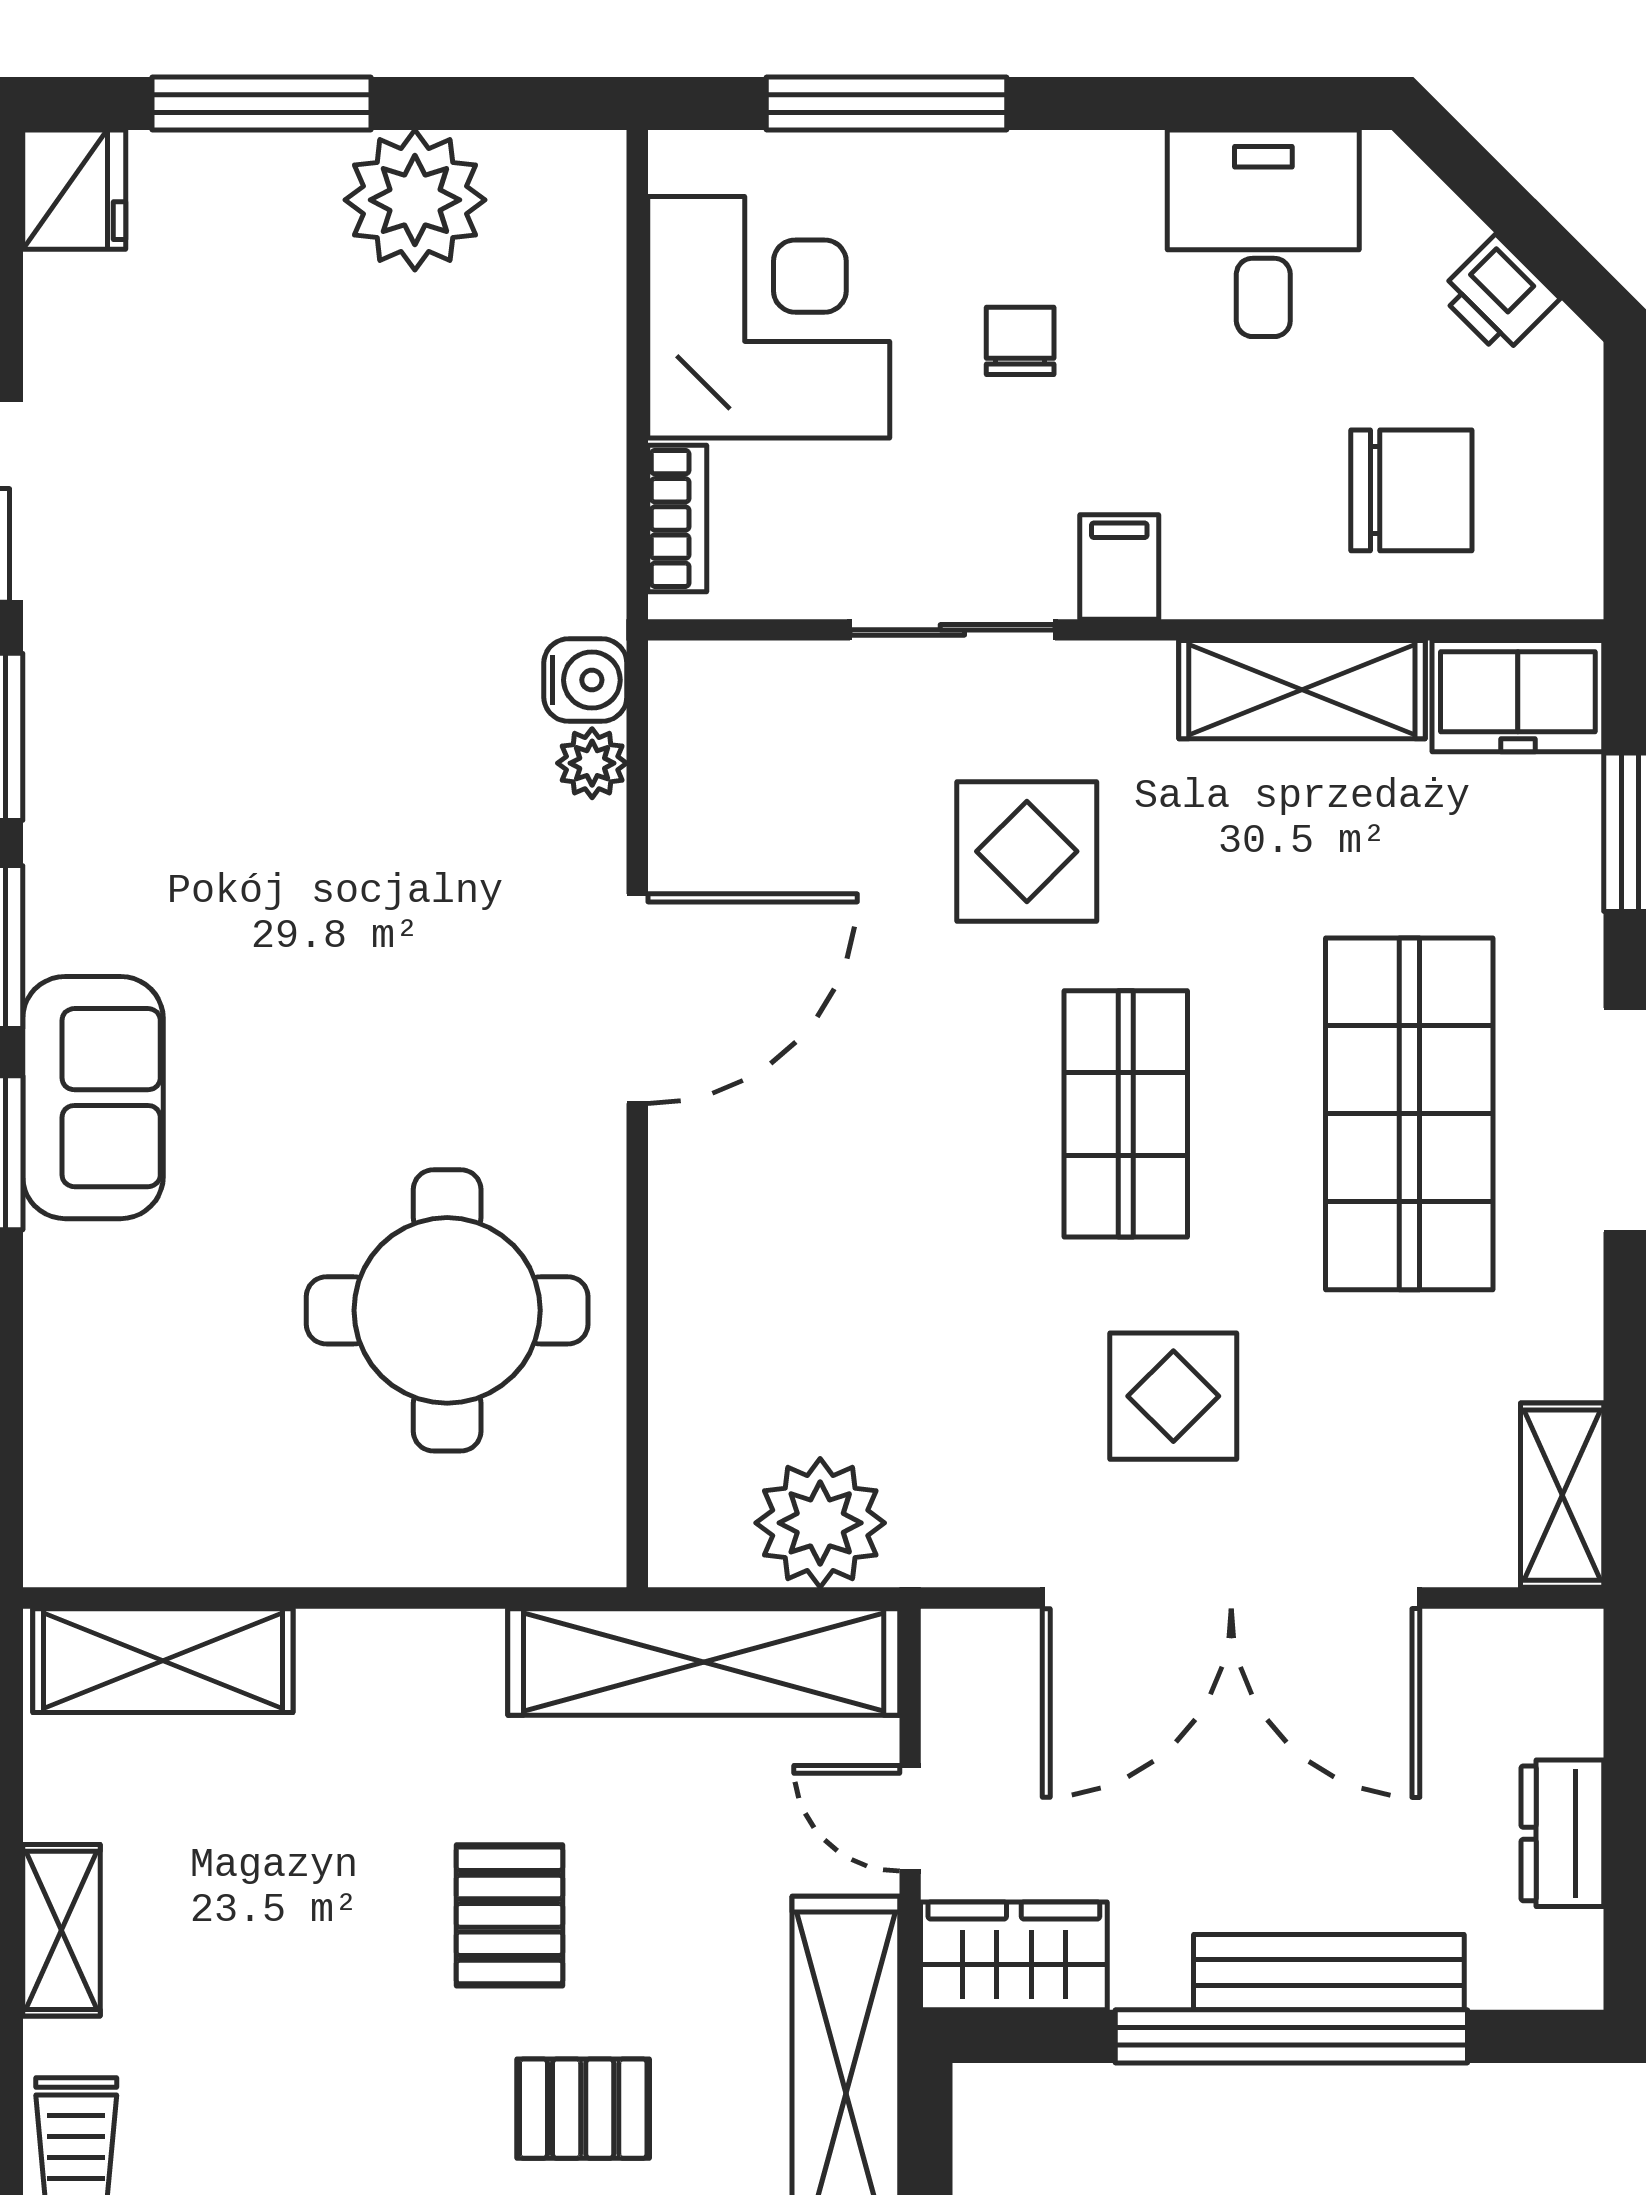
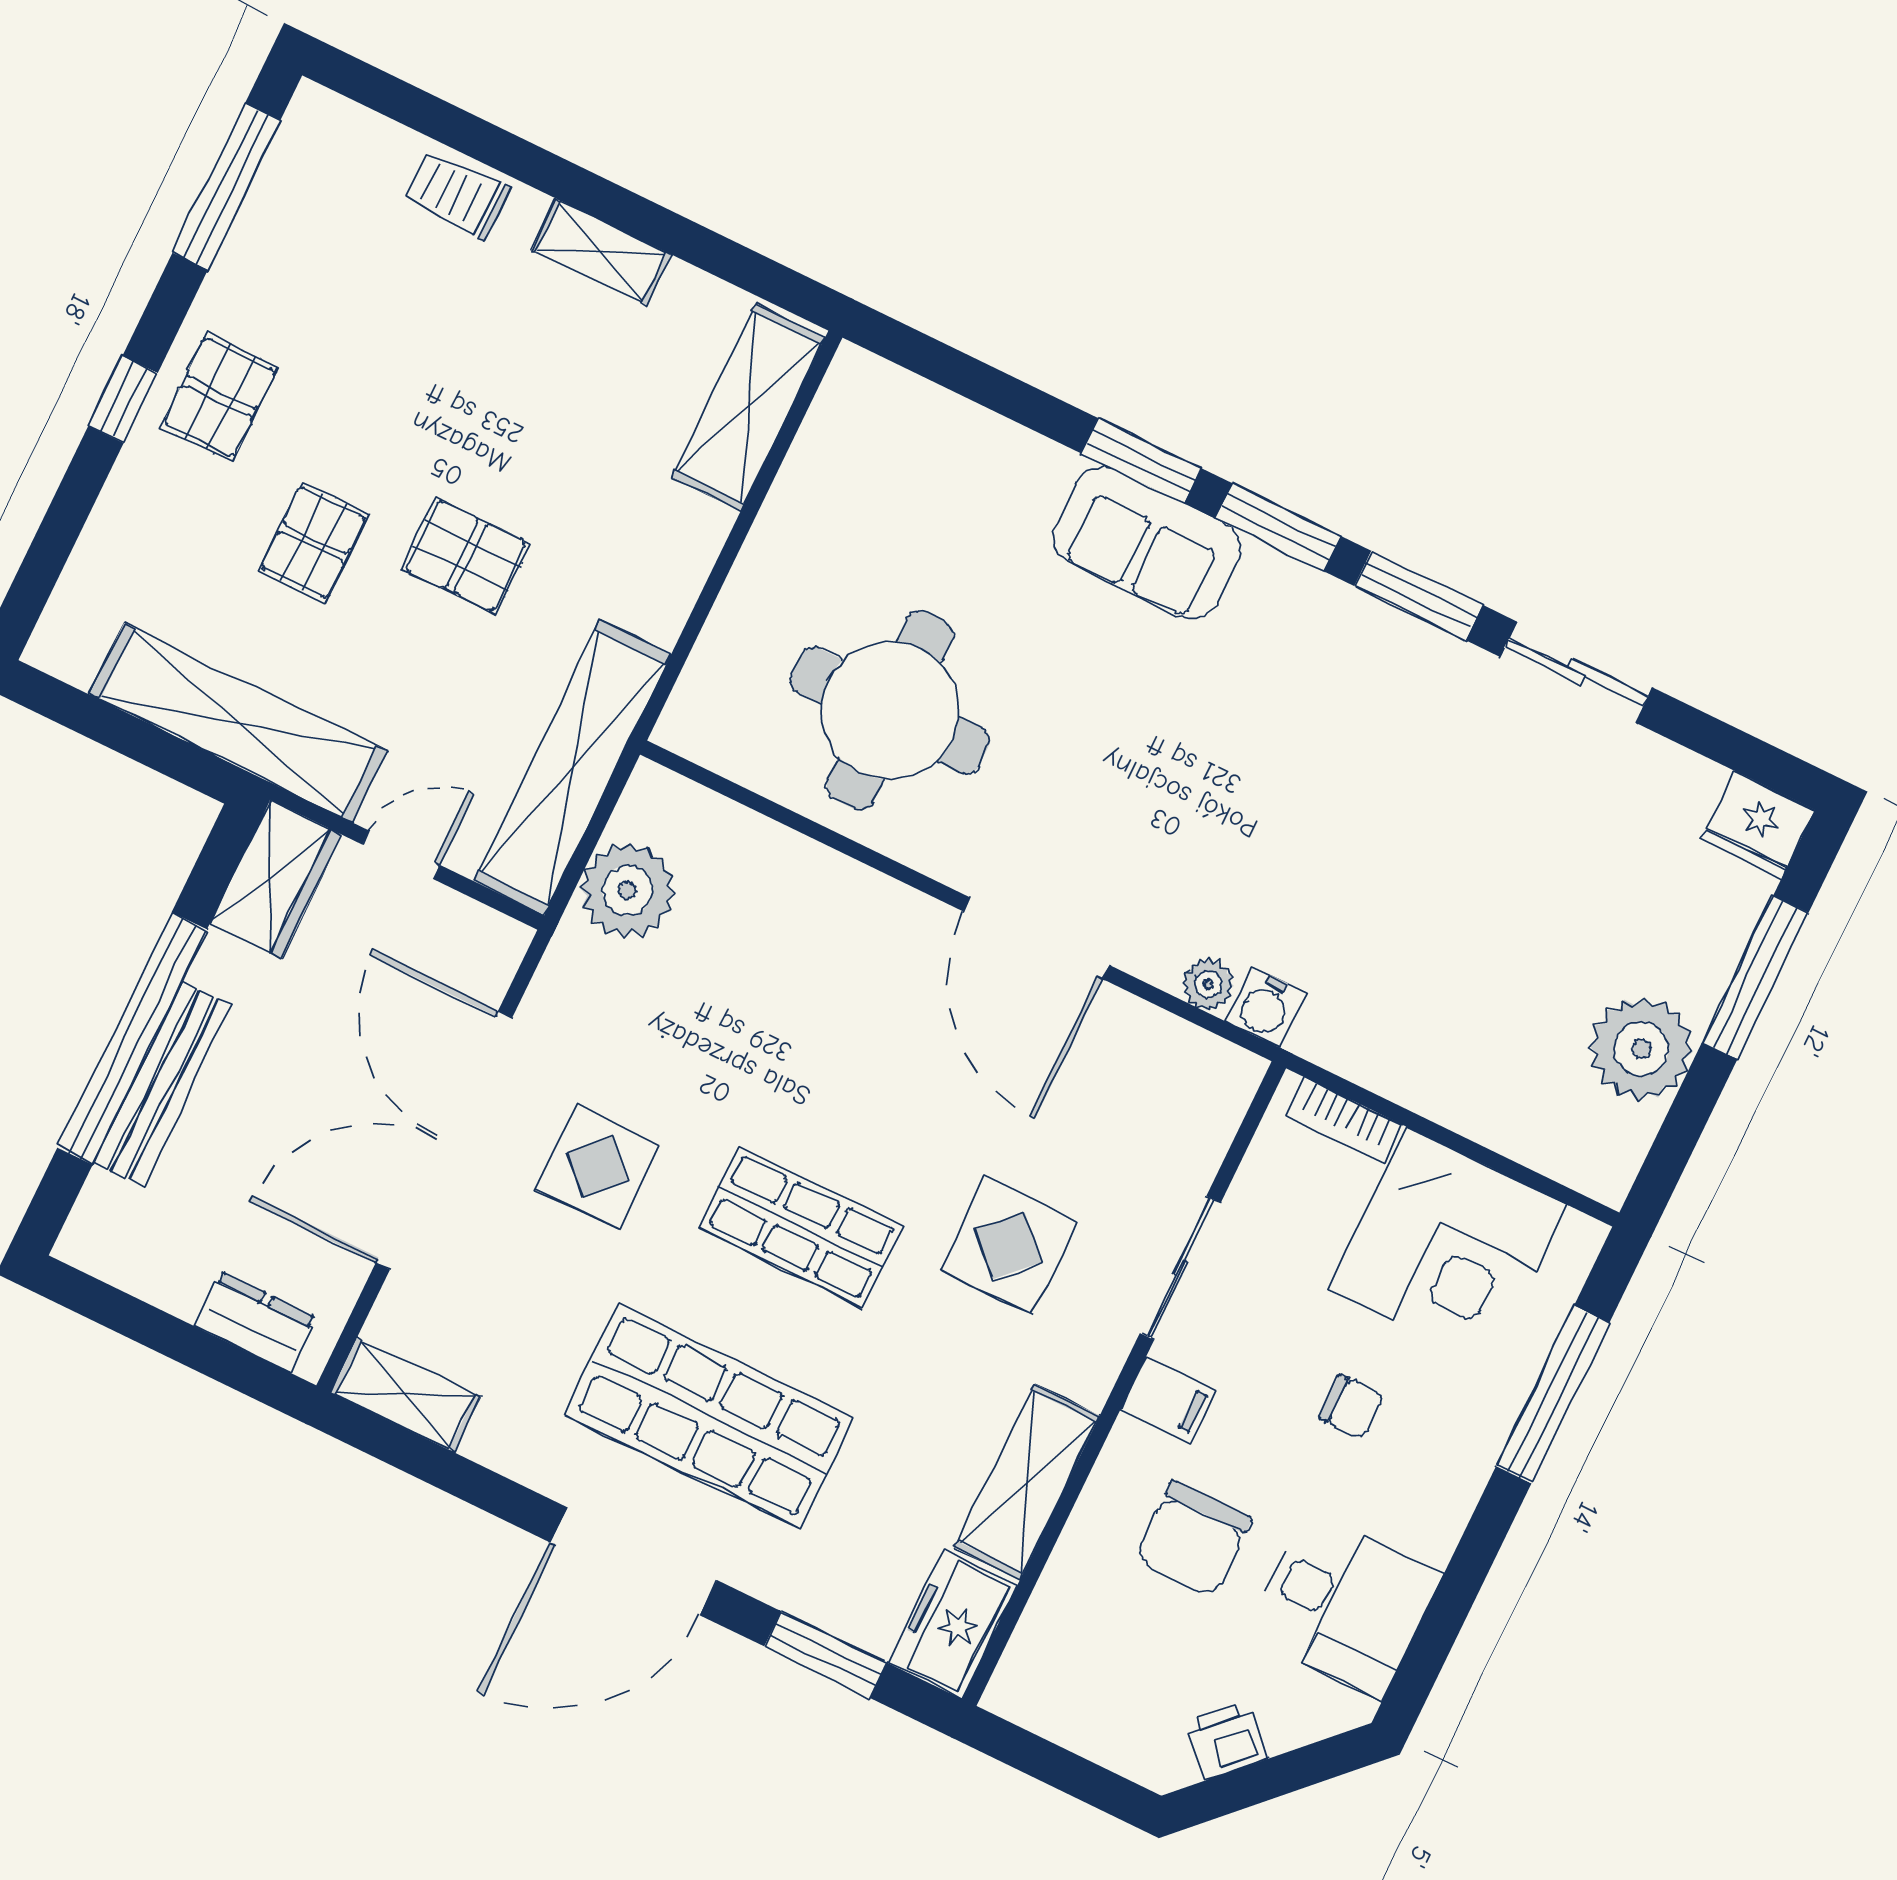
chair: (1411, 490) -> (1193, 1539), moved
dresser: (1562, 1833) -> (255, 1322), moved

